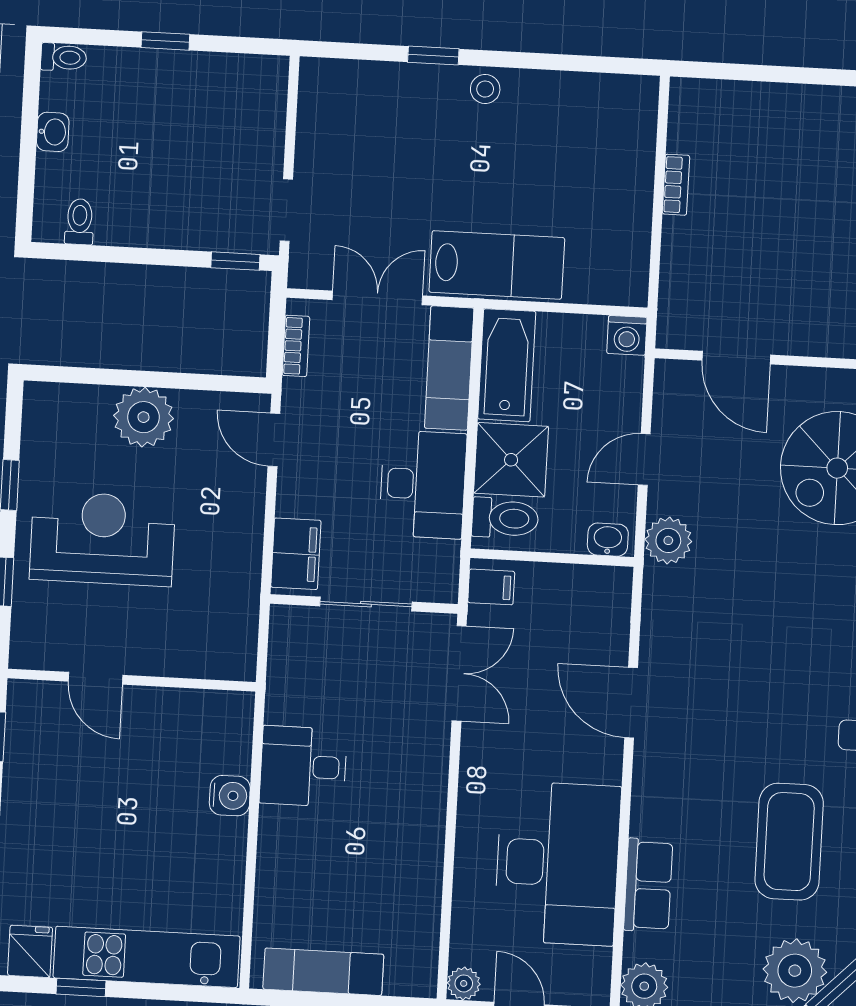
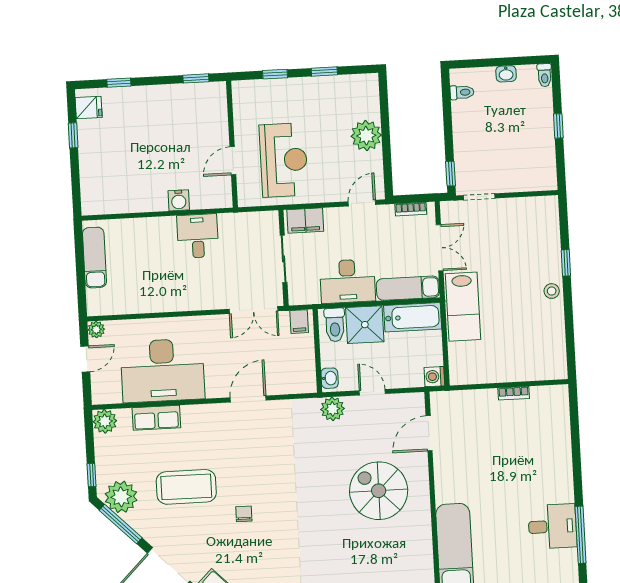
reception desk: (102, 539) -> (284, 160), moved
door: (96, 678) -> (233, 161), moved
kitchen unit: (147, 957) -> (92, 167), removed

